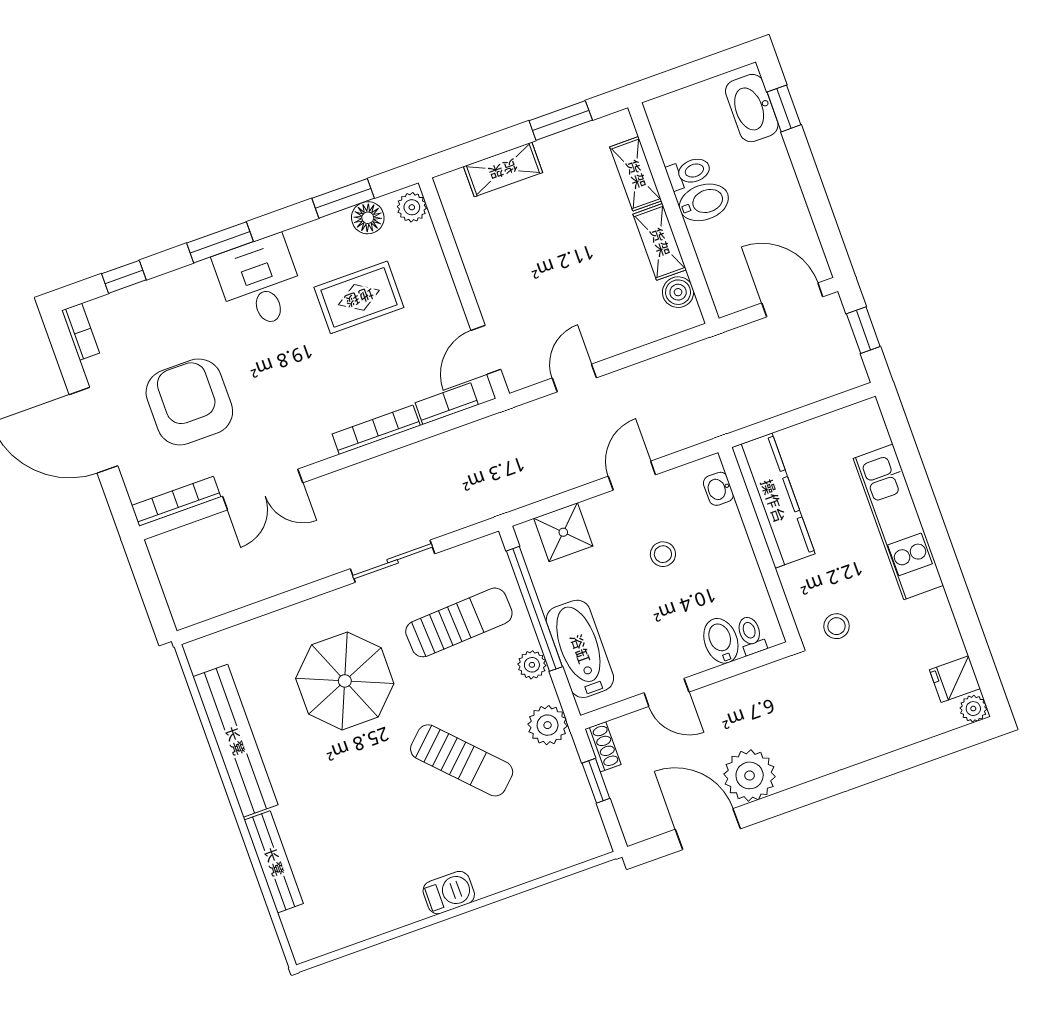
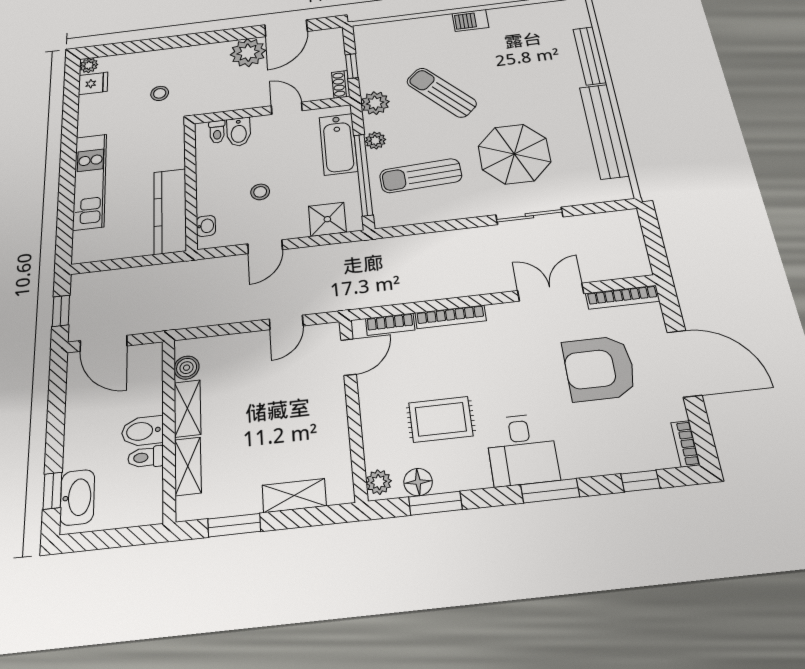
armchair: (189, 402) -> (599, 368), turned 90
sliding door: (393, 561) -> (529, 216), moved
stool: (836, 626) -> (160, 93), moved
door: (708, 829) -> (286, 28), hinge flipped

